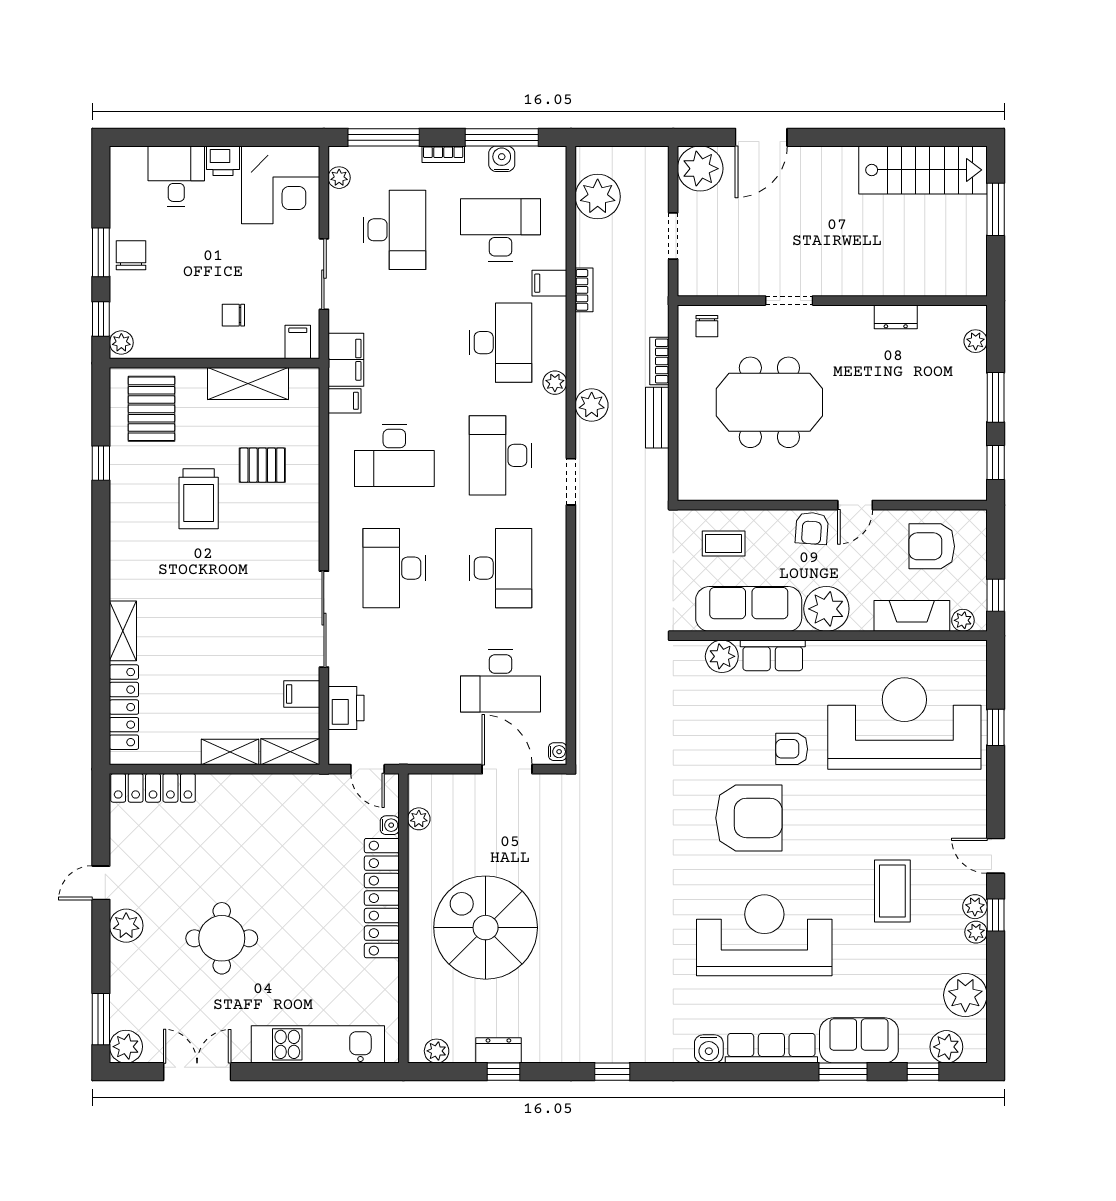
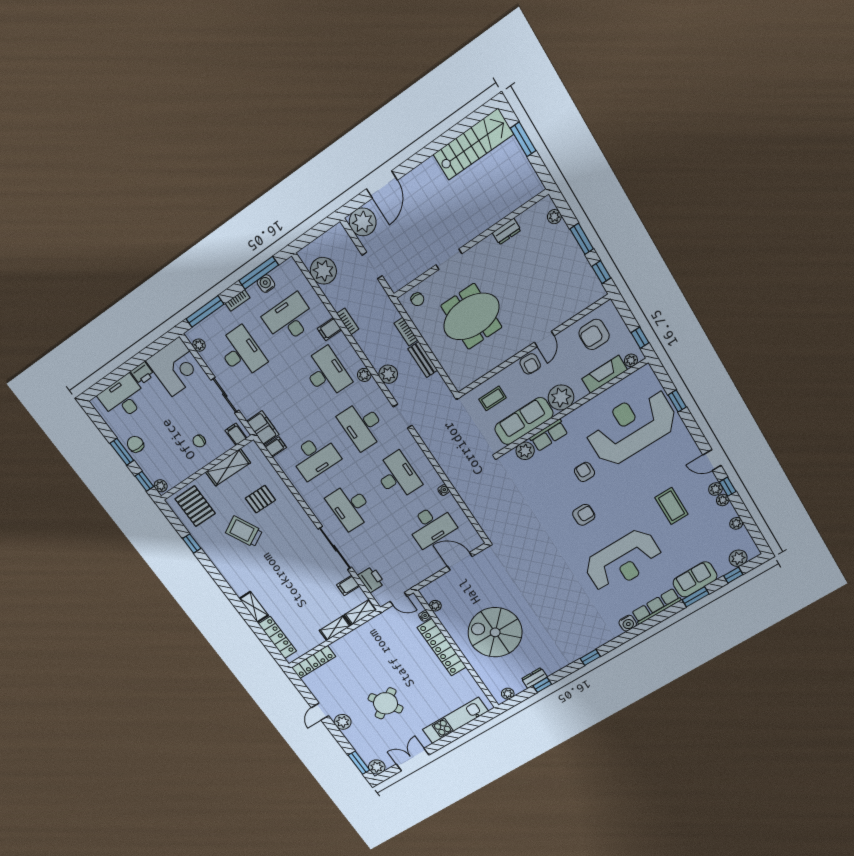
desk: (176, 176) -> (123, 398), width x1.37
trolley: (199, 499) -> (244, 532), turned 152
armchair: (792, 749) -> (584, 472), turned 90
water cooler: (558, 752) -> (444, 490), moved
armchair: (749, 818) -> (584, 515), width x0.53, depth x0.53
reception desk: (764, 935) -> (623, 561), turned 180
round table: (222, 938) -> (386, 703), turned -32
plant: (965, 995) -> (736, 523), width x0.53, depth x0.53

